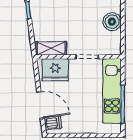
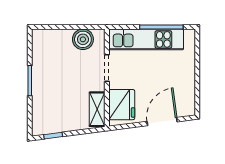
boiler: (112, 22) -> (83, 39), moved
dishwasher: (53, 123) -> (183, 107), removed

